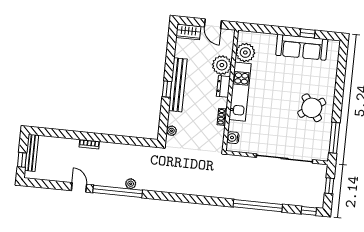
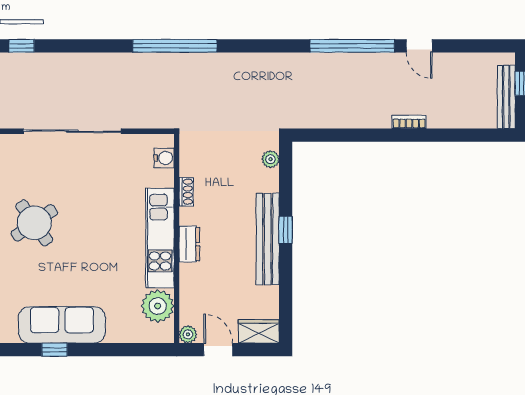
plant: (222, 65) -> (188, 334), moved, width x0.53, depth x0.53
plant: (131, 184) -> (331, 61), removed
window: (258, 206) -> (175, 46), moved

